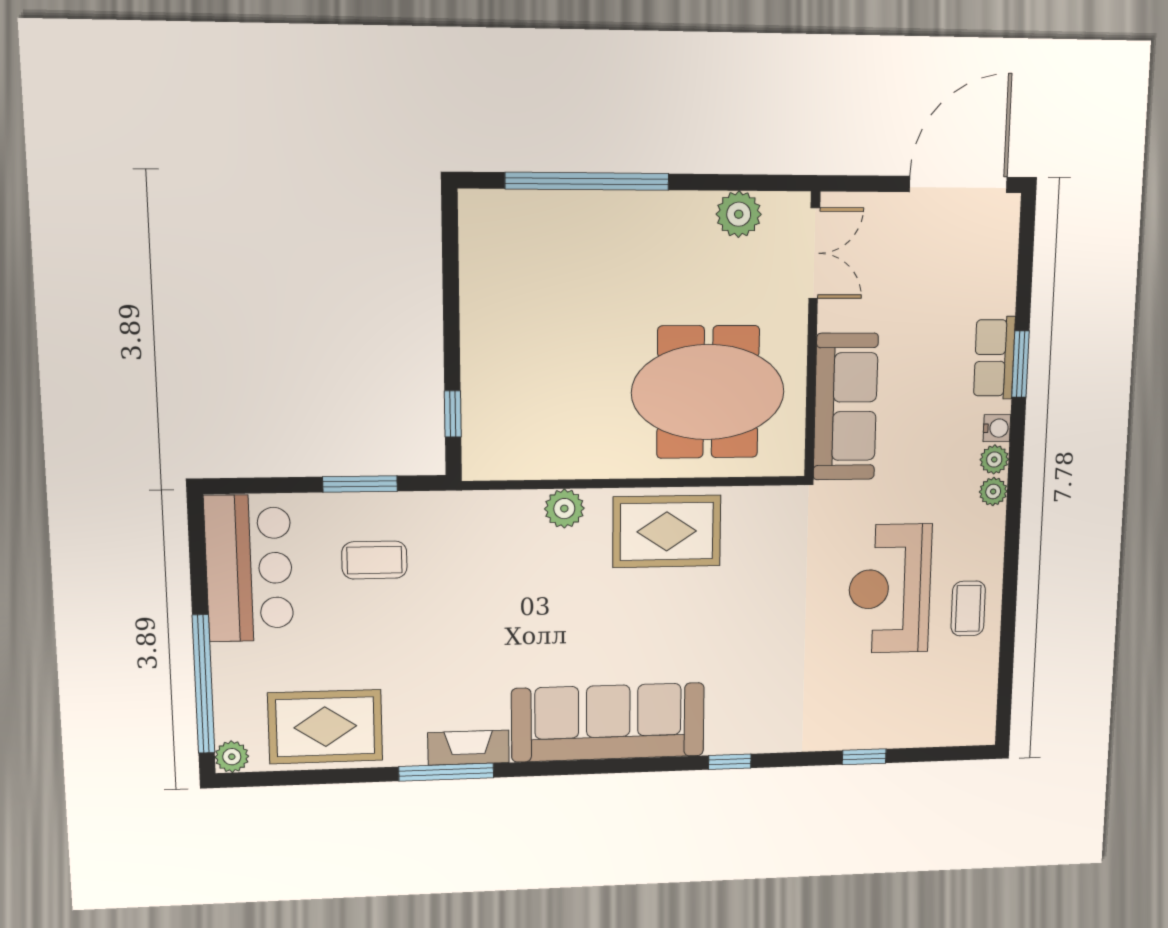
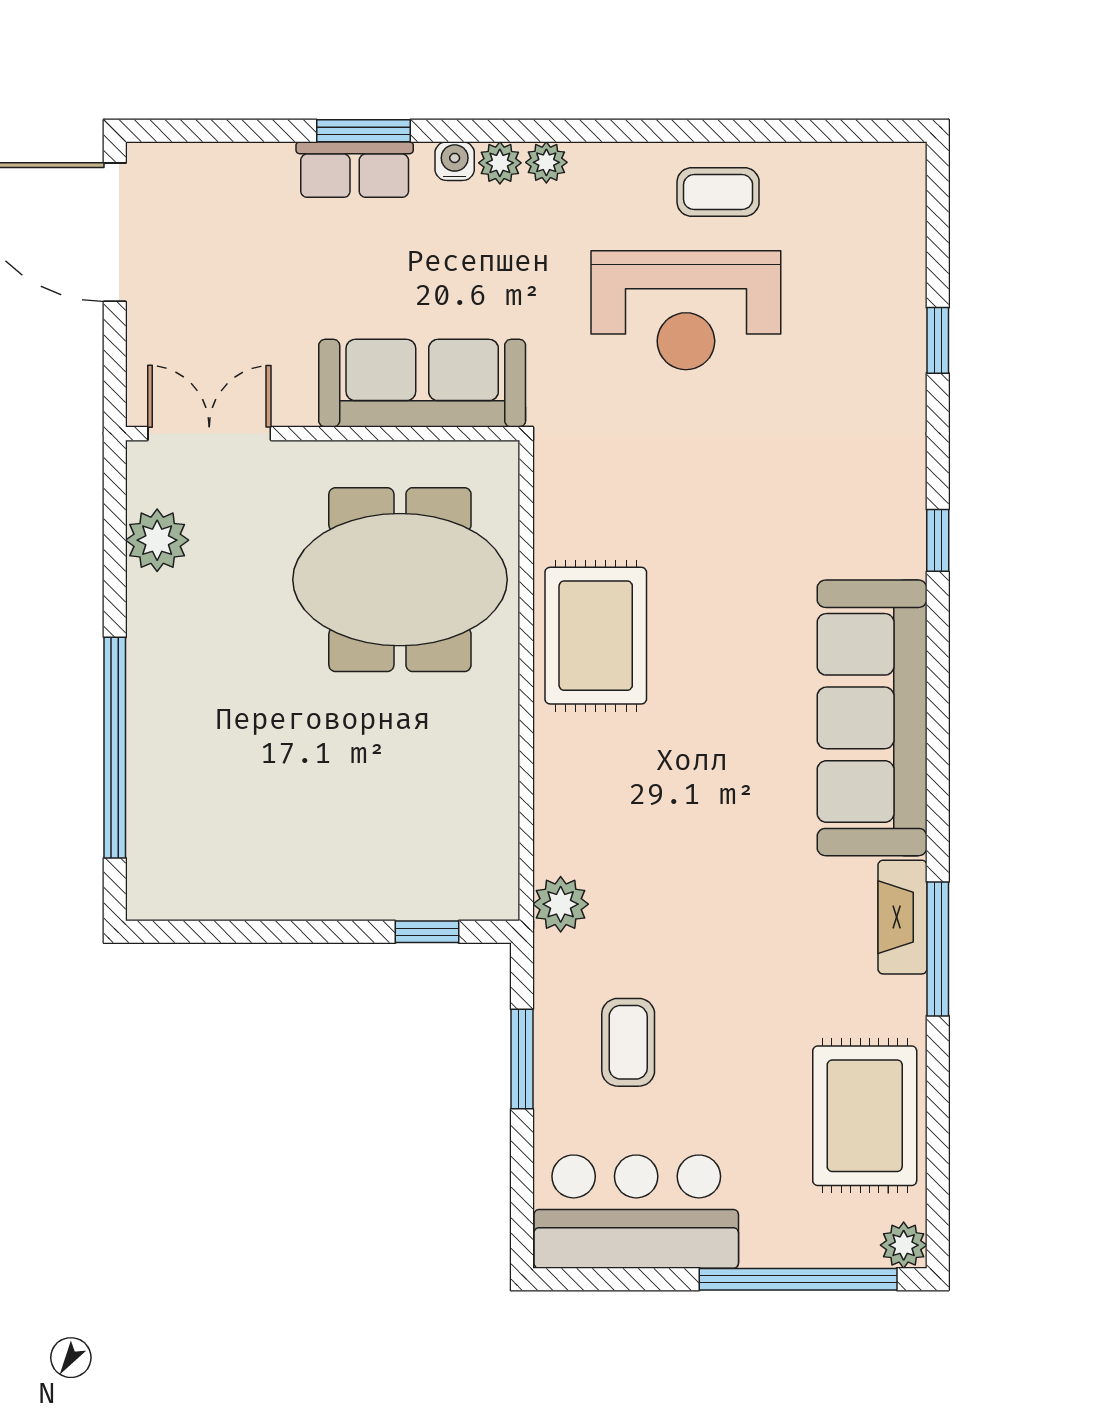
meeting table: (708, 392) -> (400, 580), turned 90
plant: (564, 509) -> (561, 904), moved

